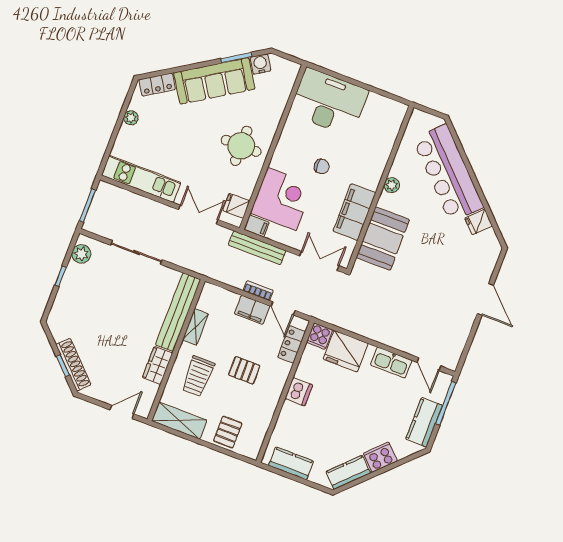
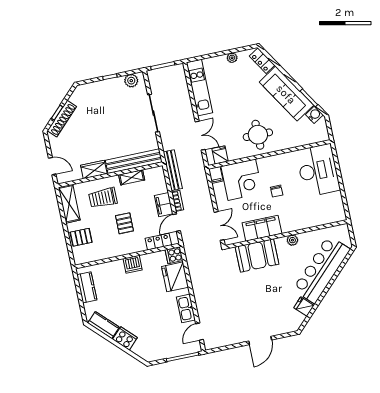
bench: (257, 248) -> (173, 170), moved
kitchen counter: (424, 422) -> (163, 351), removed

